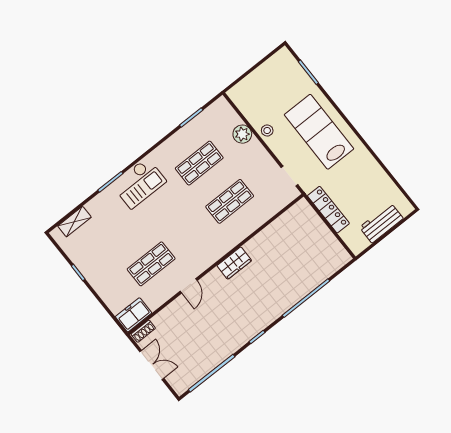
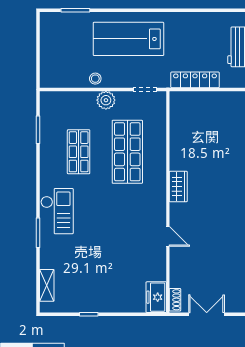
plant: (242, 134) -> (106, 100), moved
shop shelf: (230, 201) -> (127, 152), width x1.43, depth x1.36
shop shelf: (151, 264) -> (127, 252), removed

